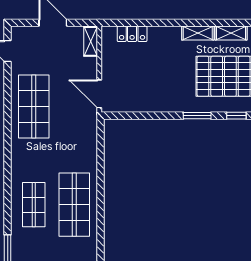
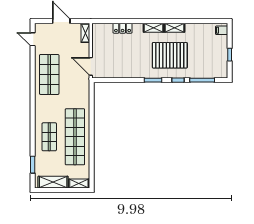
locker: (132, 34) -> (123, 28), moved
shop shelf: (74, 205) -> (75, 137), width x1.40

